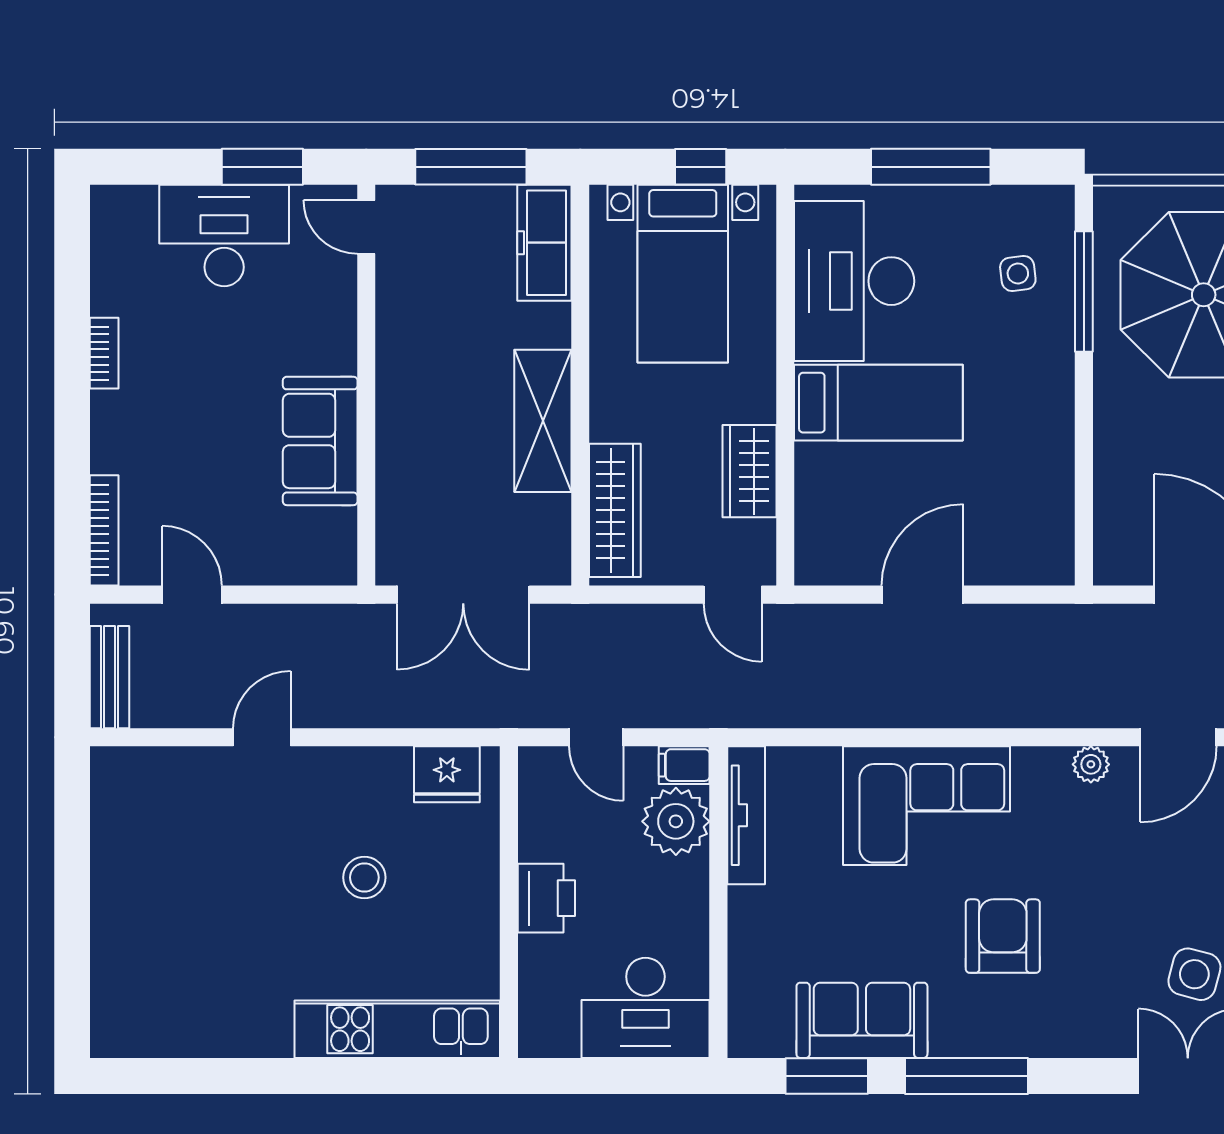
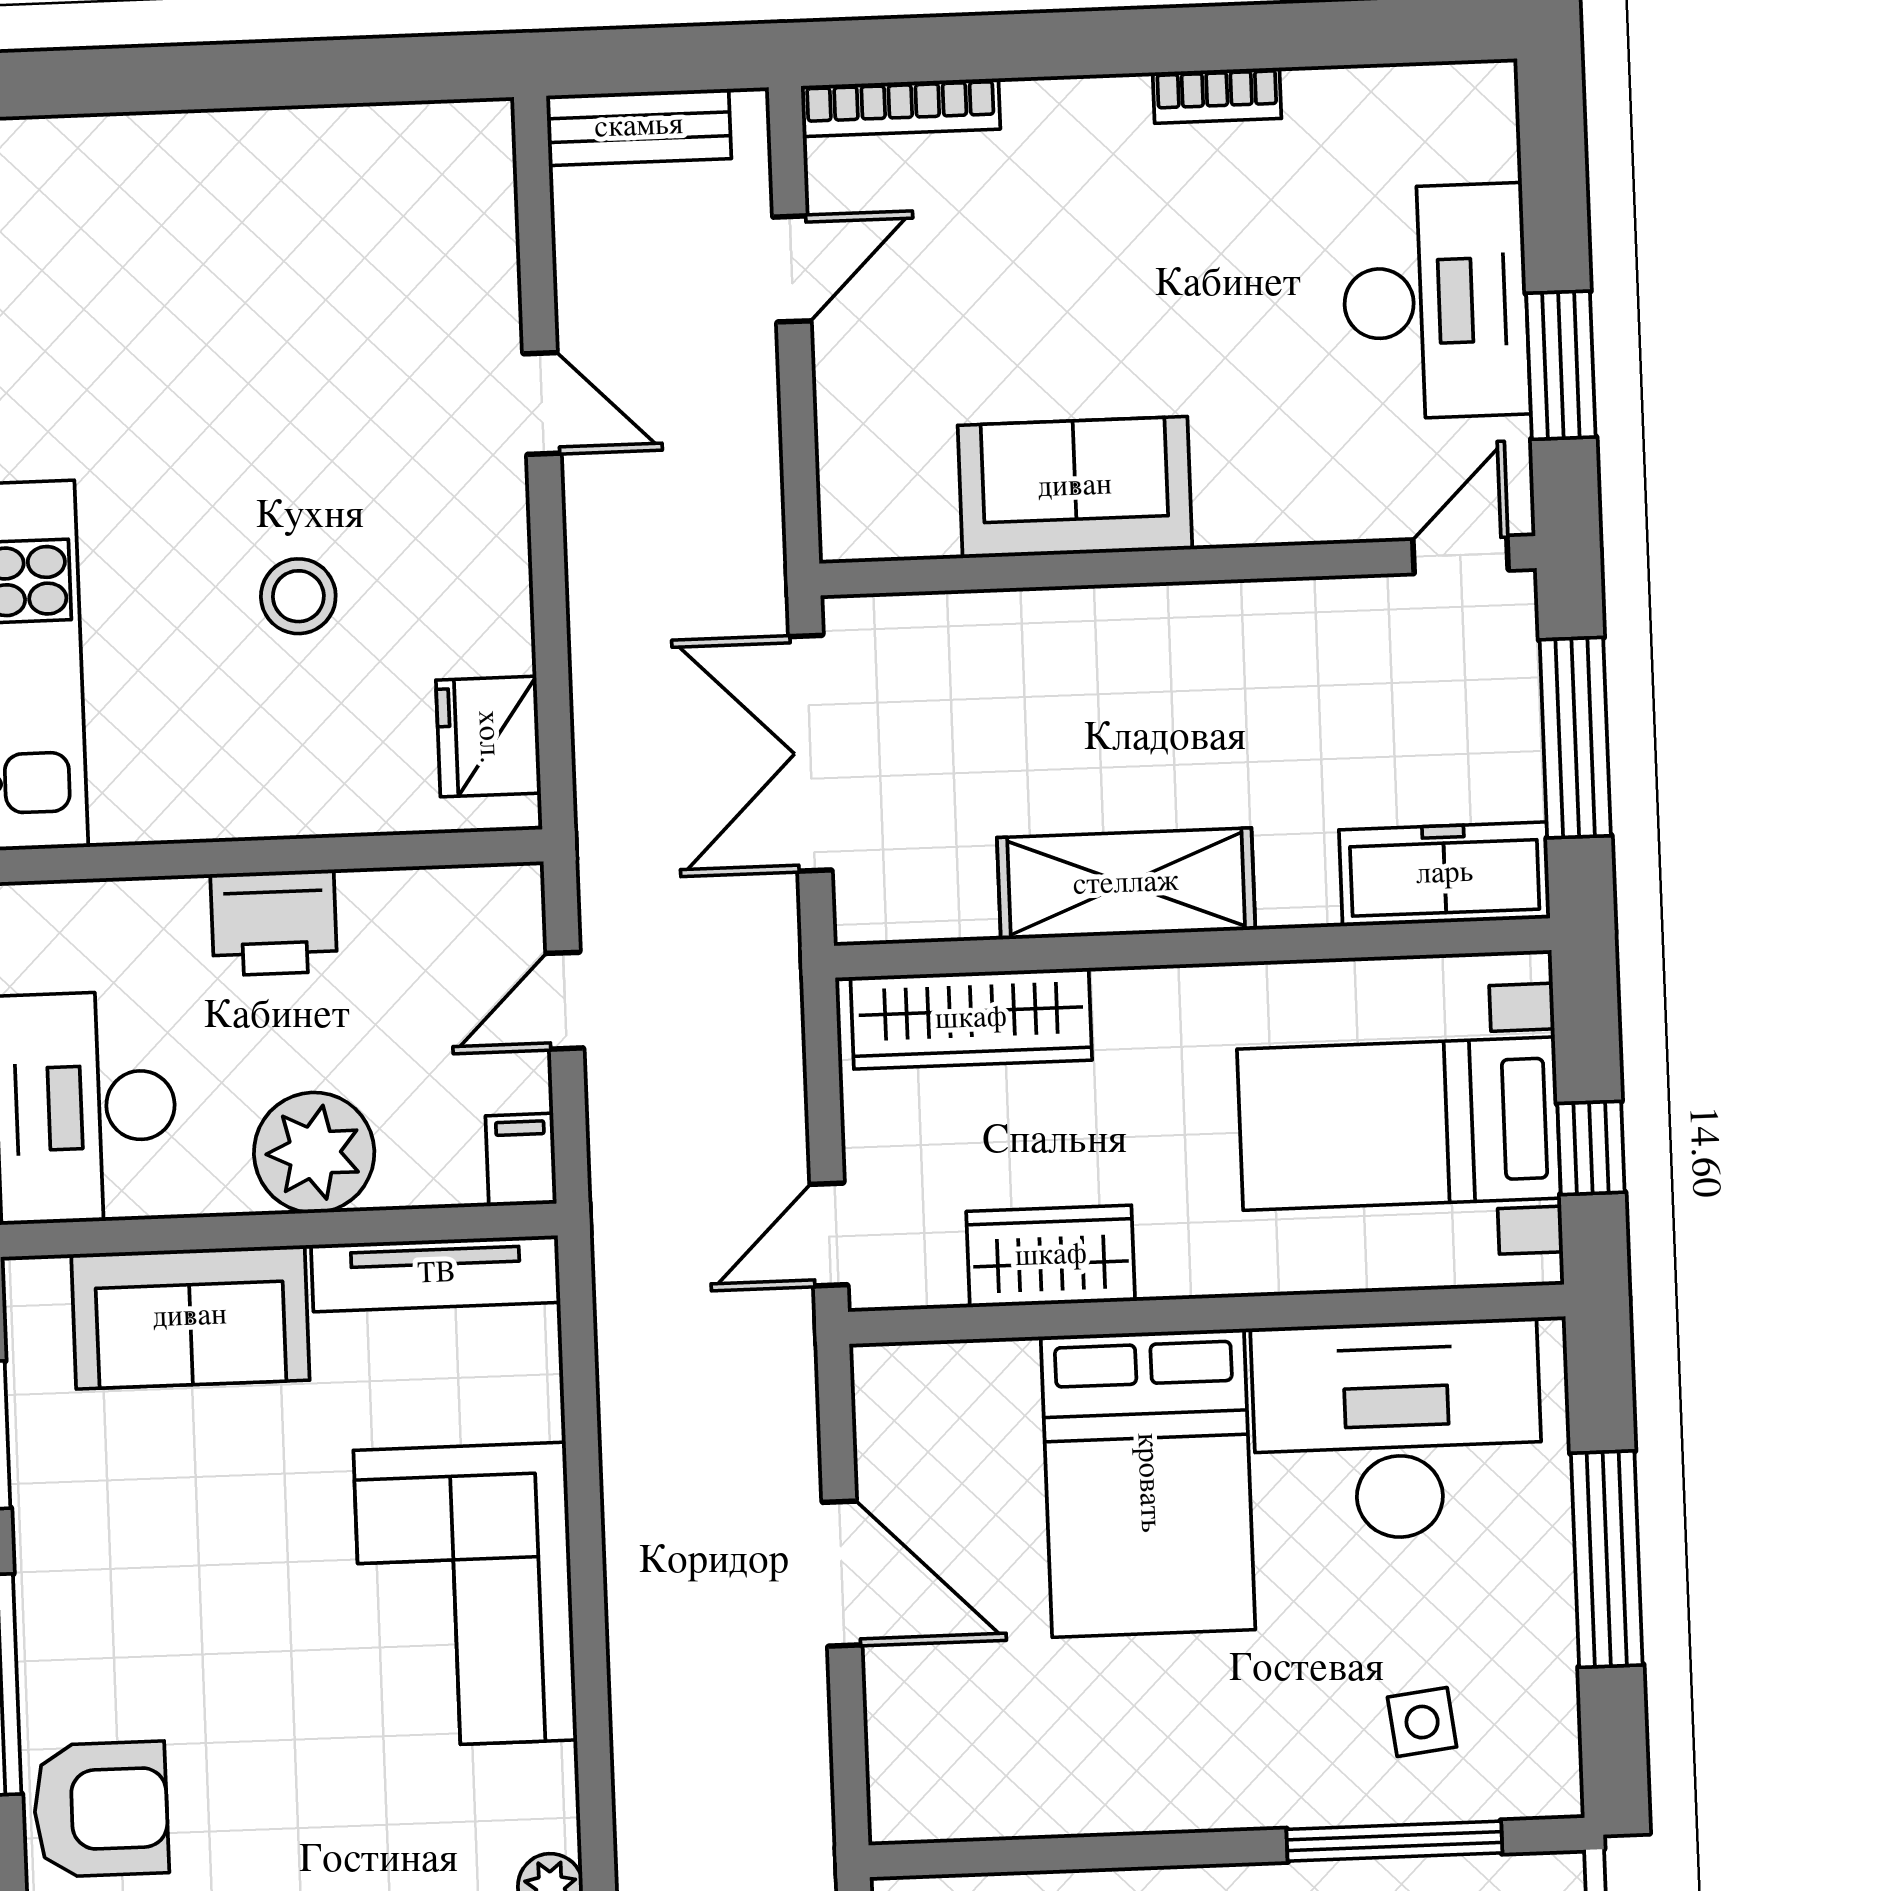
bed: (878, 403) -> (1148, 1483), width x1.50
plant: (676, 821) -> (314, 1153), moved
armchair: (1003, 936) -> (101, 1809), moved
sofa: (862, 1020) -> (190, 1317), moved, turned 90

